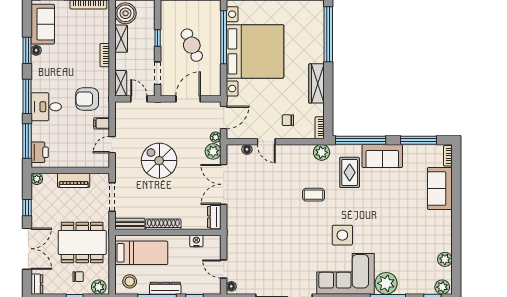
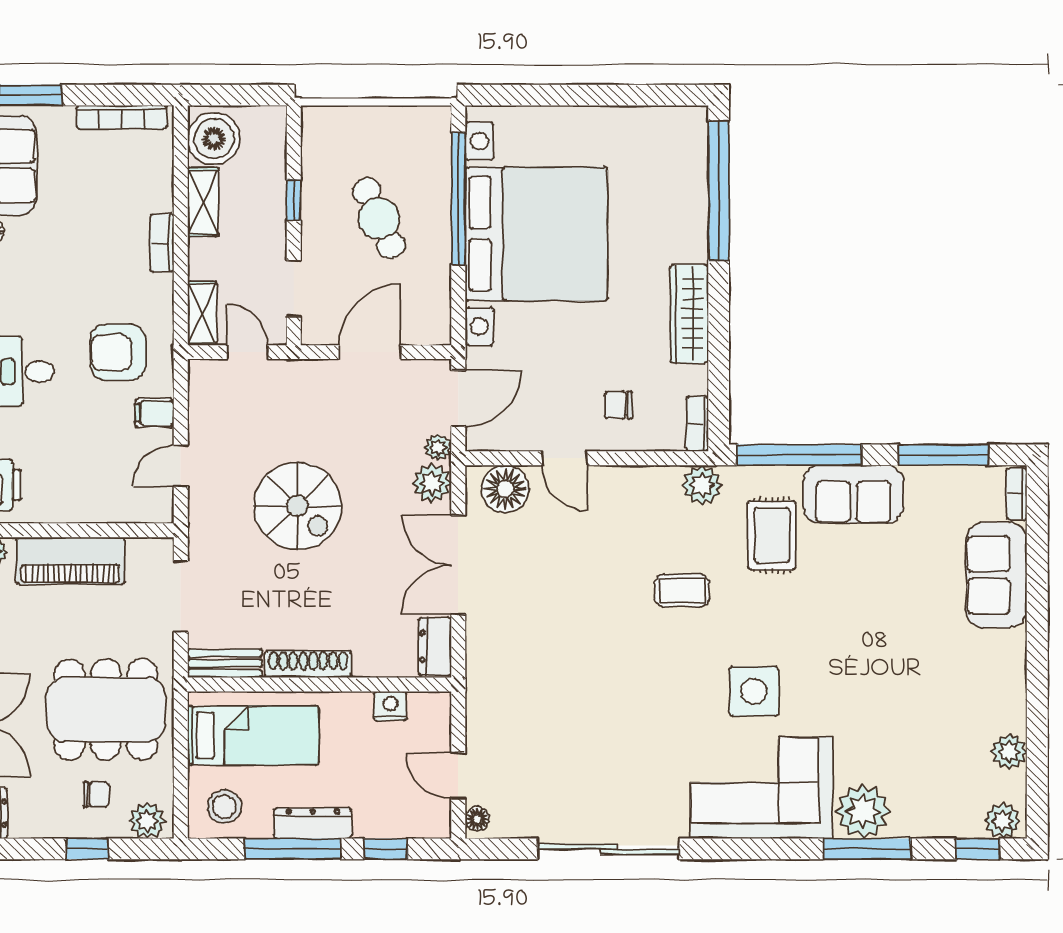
floor lamp: (247, 149) -> (505, 489), width x1.89, depth x1.89
spiral stairs: (159, 161) -> (297, 506), turned 180
piano: (74, 180) -> (70, 561), width x1.37, depth x1.33

